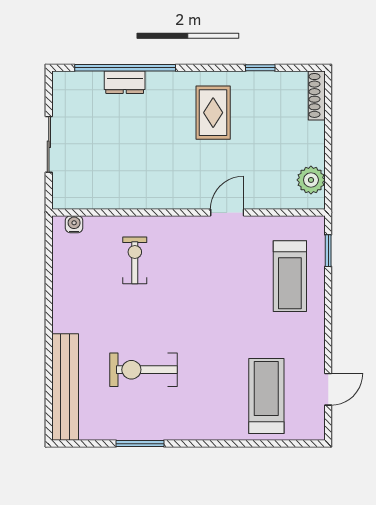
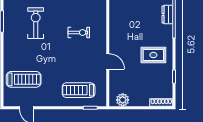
exercise bike: (135, 260) -> (79, 33), moved

